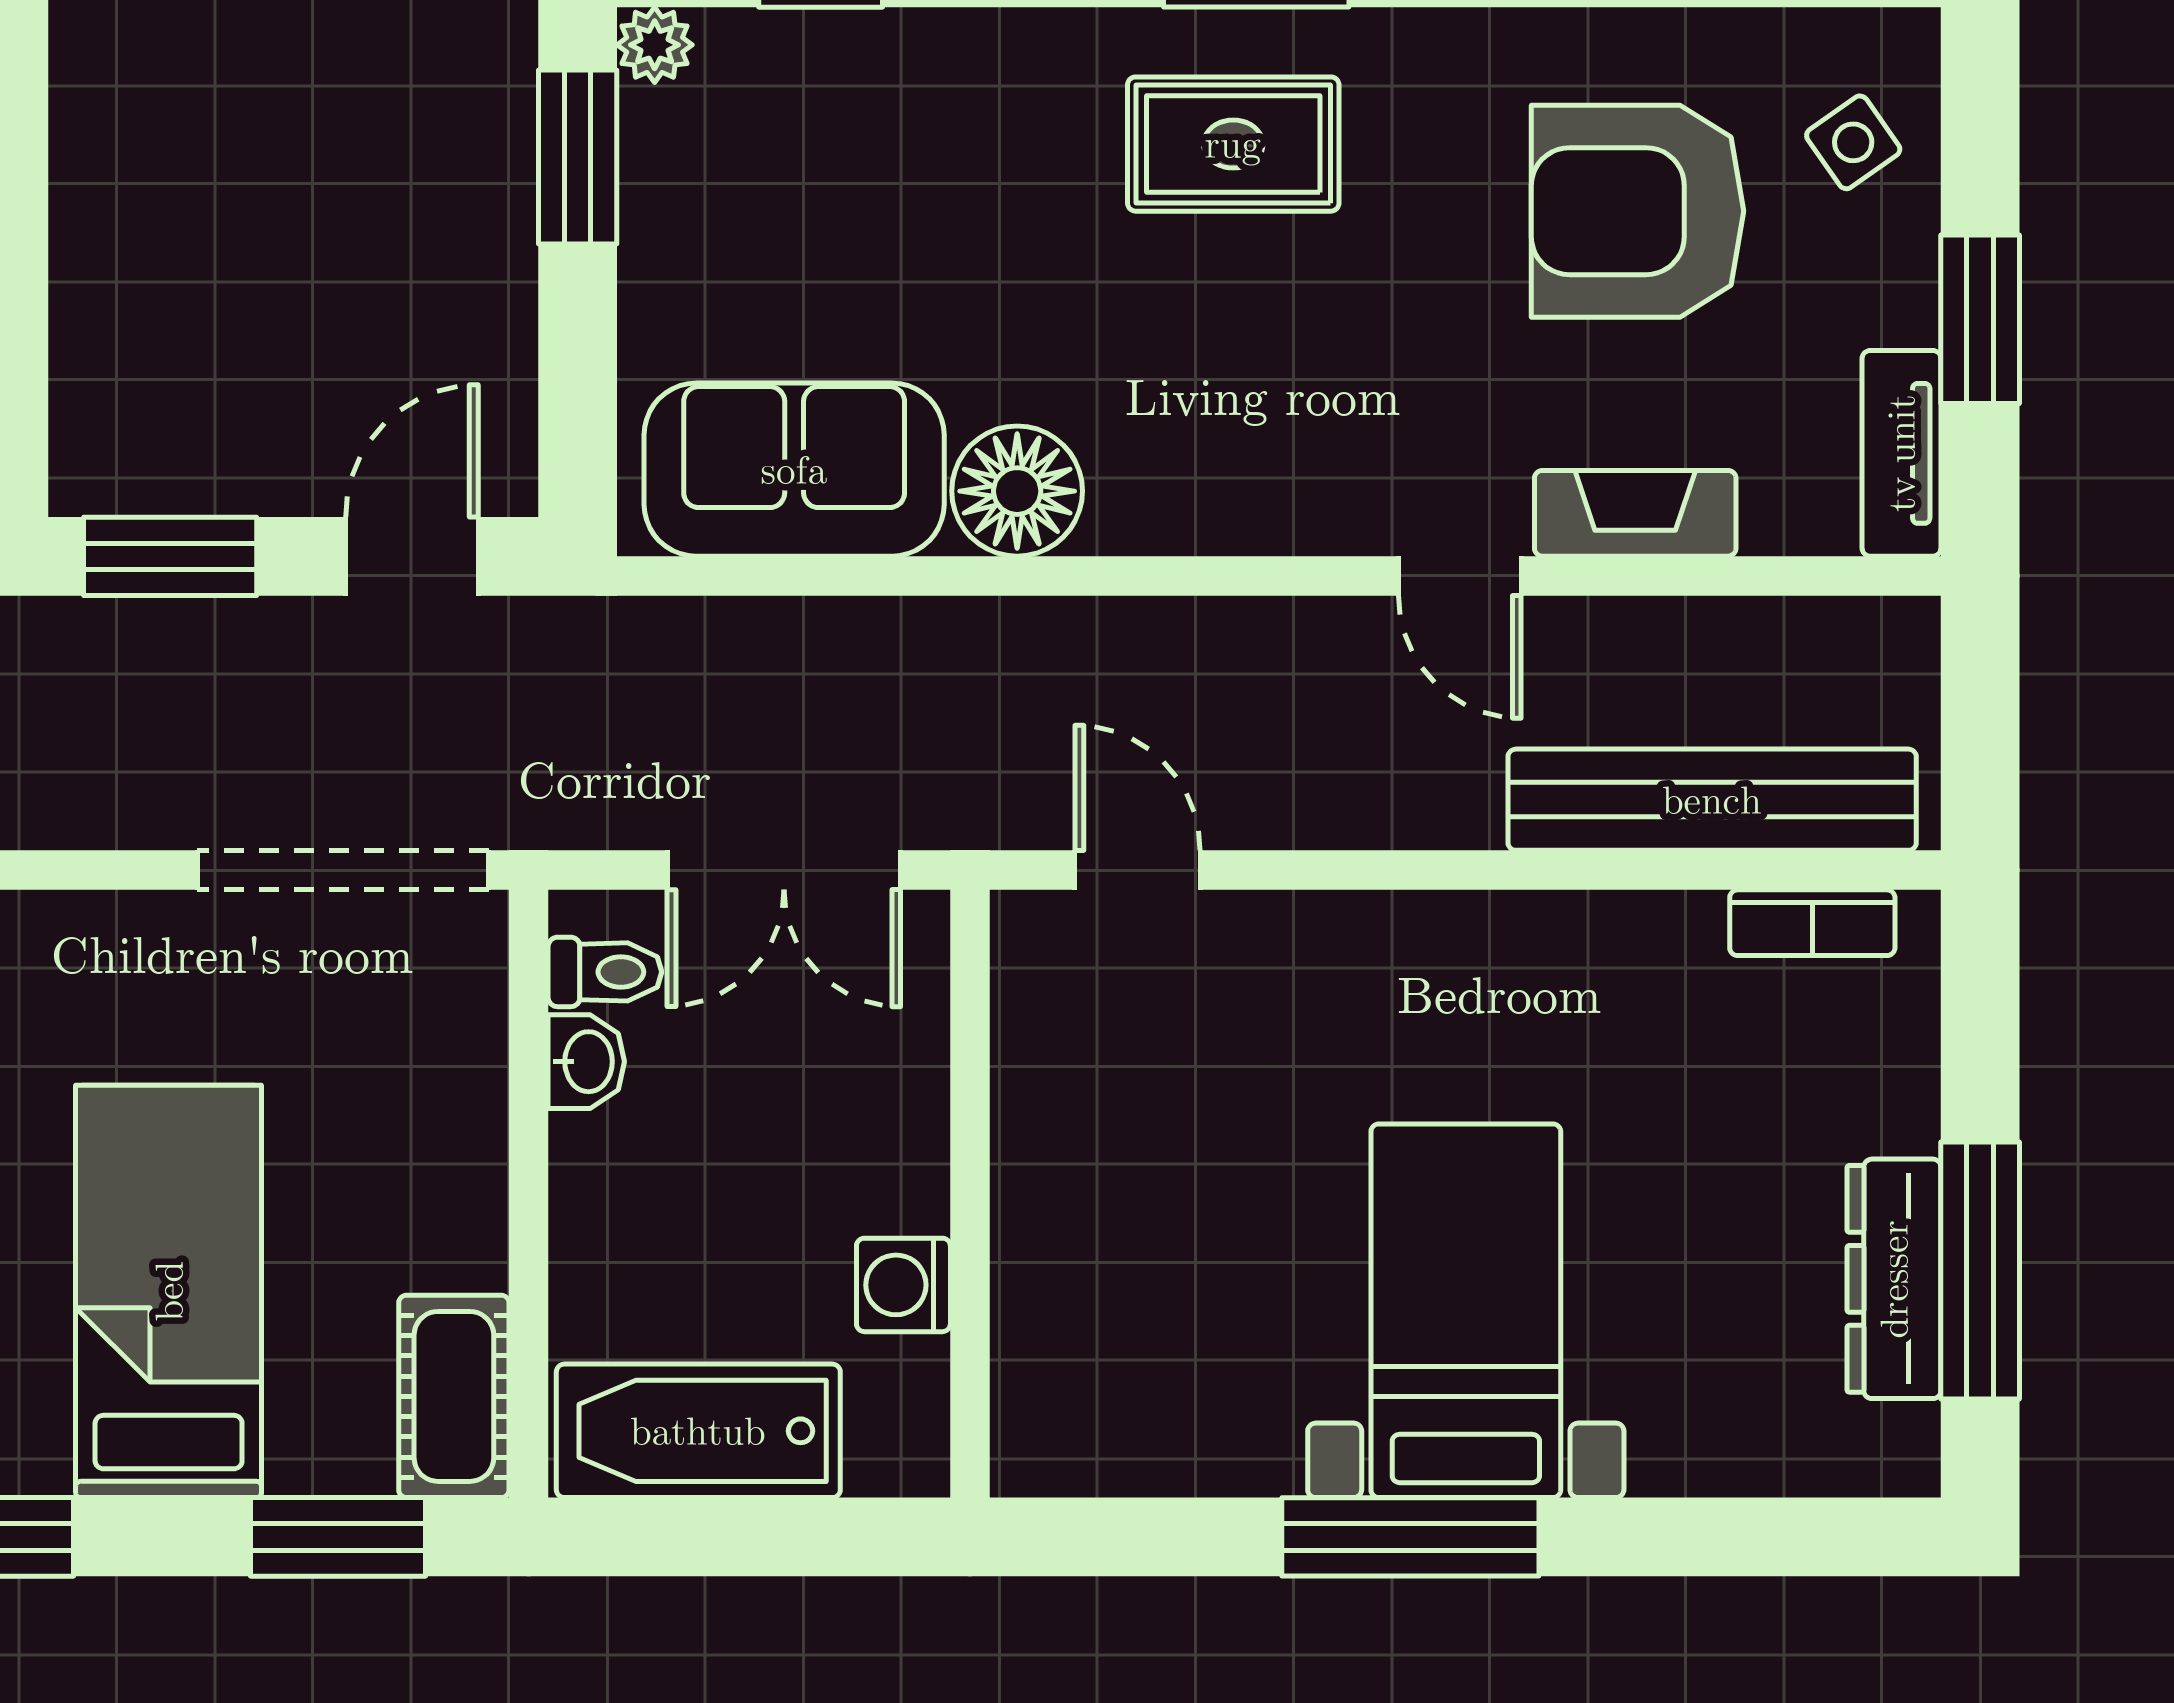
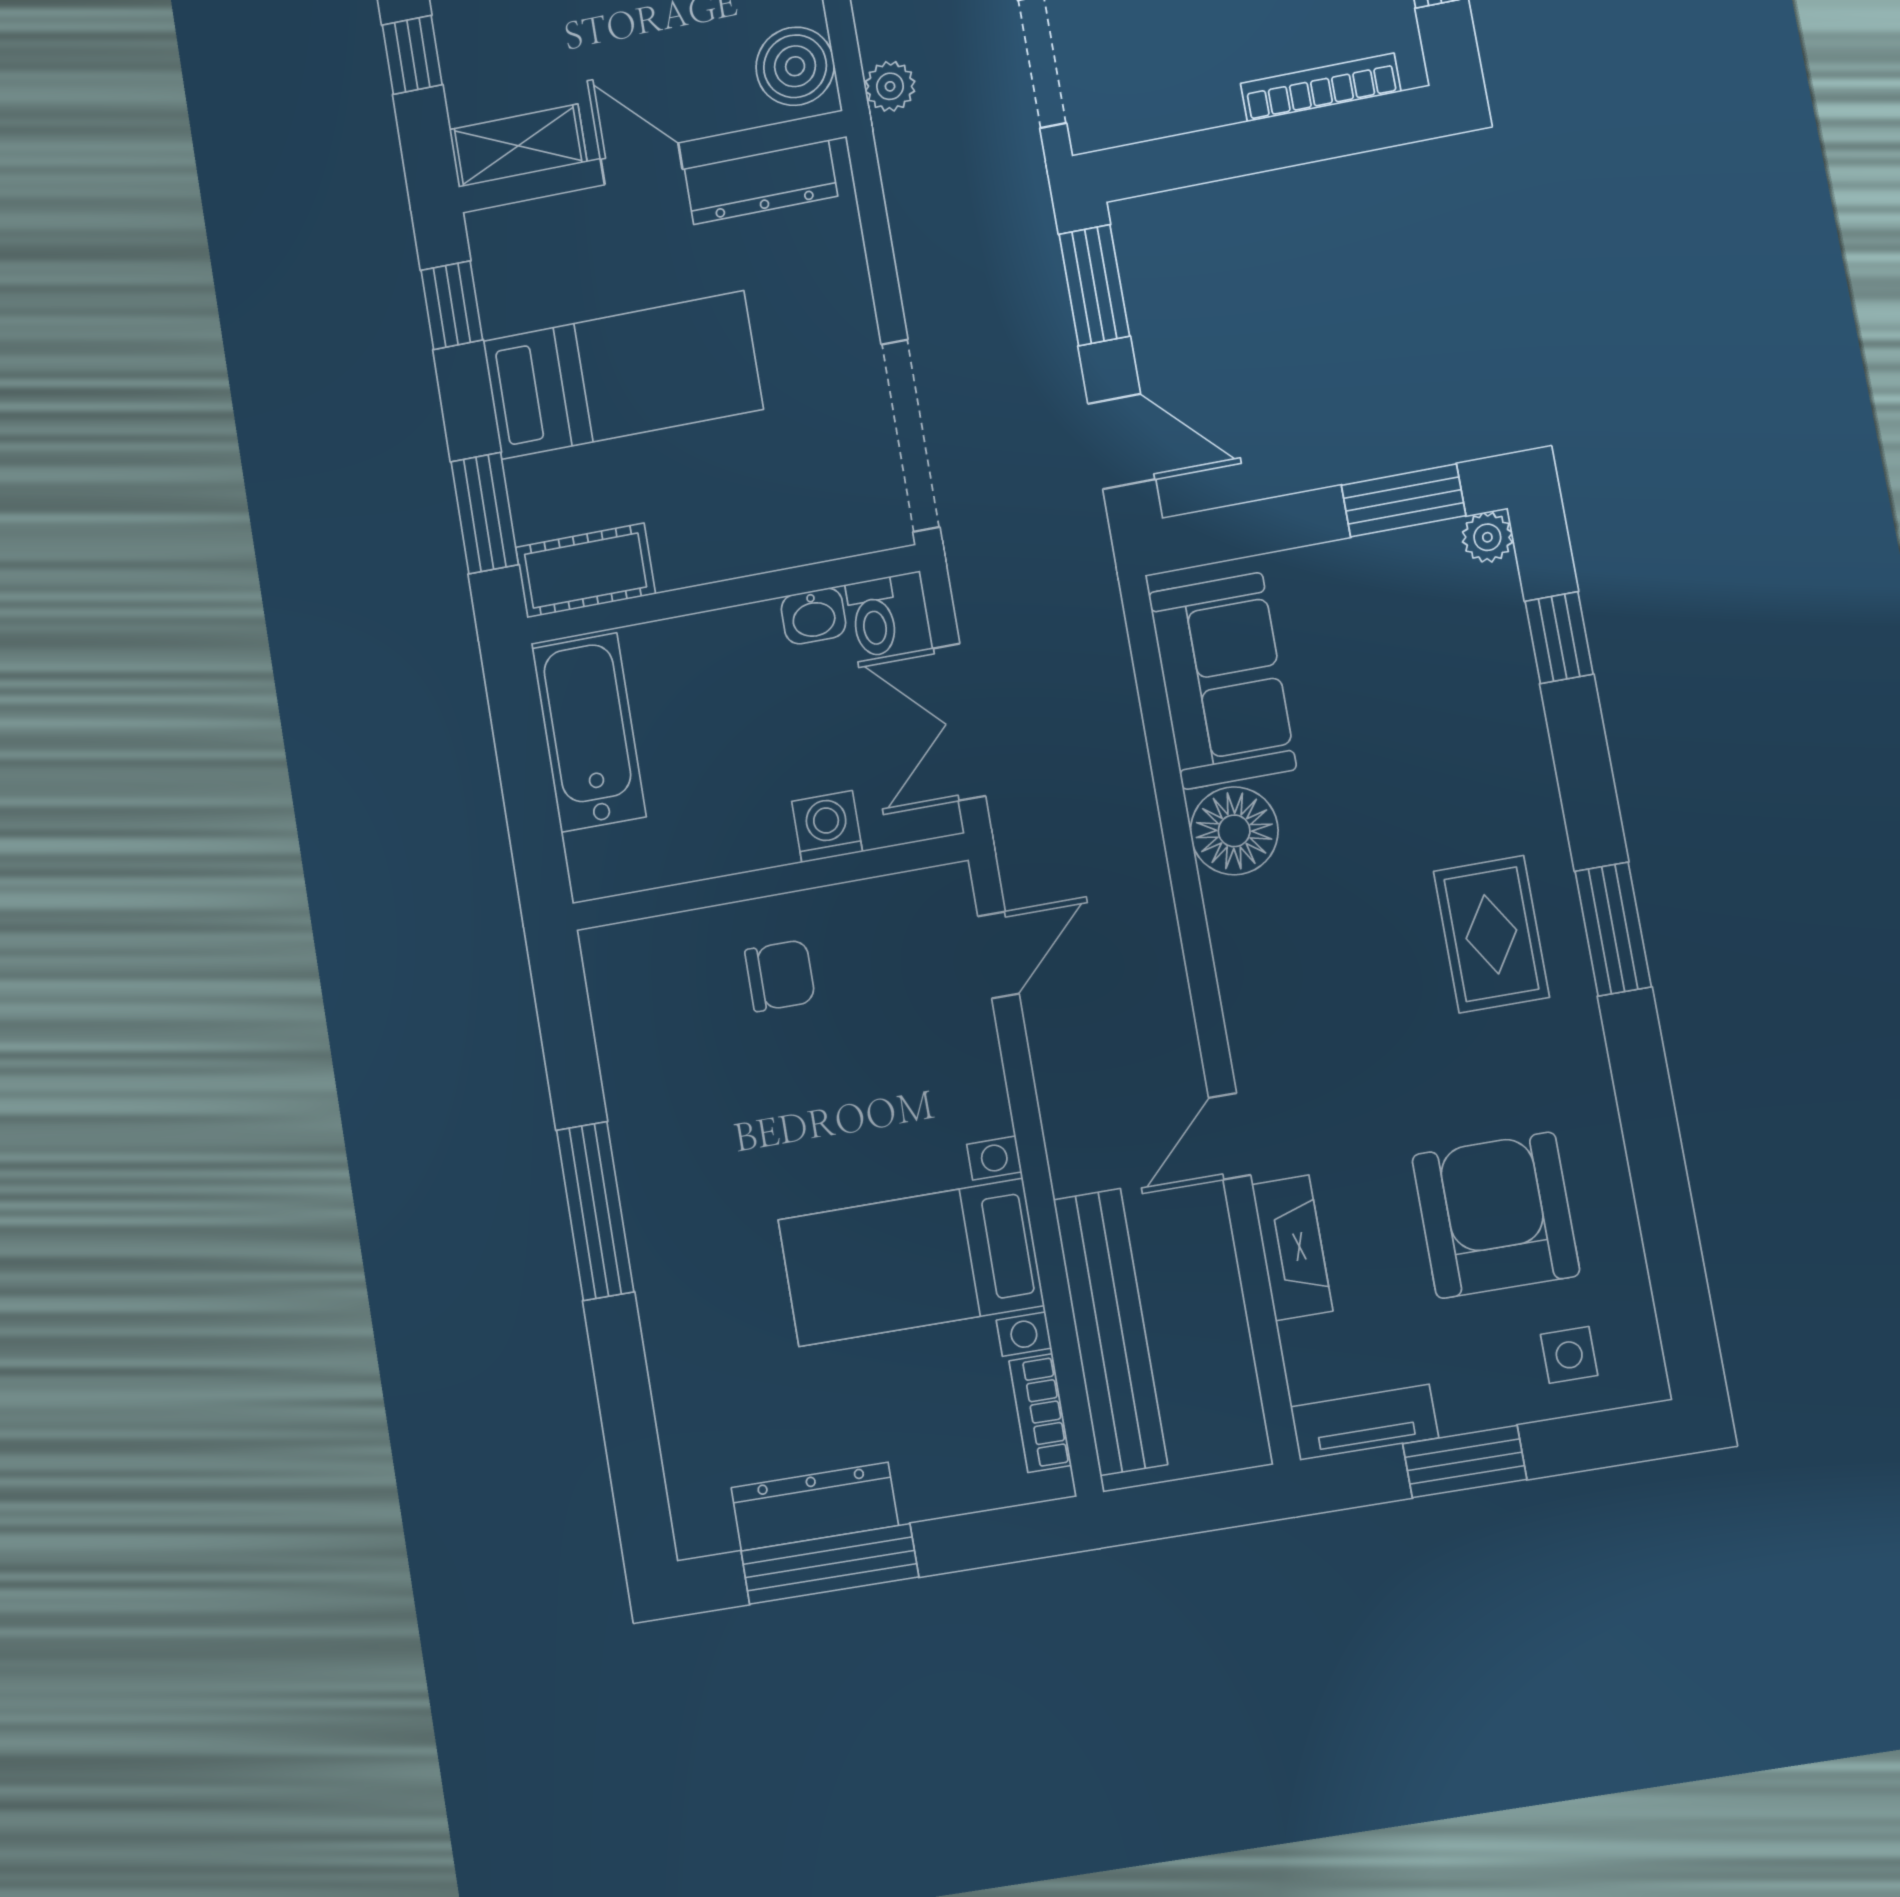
side table: (1853, 142) -> (1569, 1355), turned 35
chair: (1111, 1201) -> (780, 976), added
washing machine: (903, 1285) -> (827, 827), moved
bed with nightstands: (1466, 1311) -> (911, 1263), moved, turned 180

